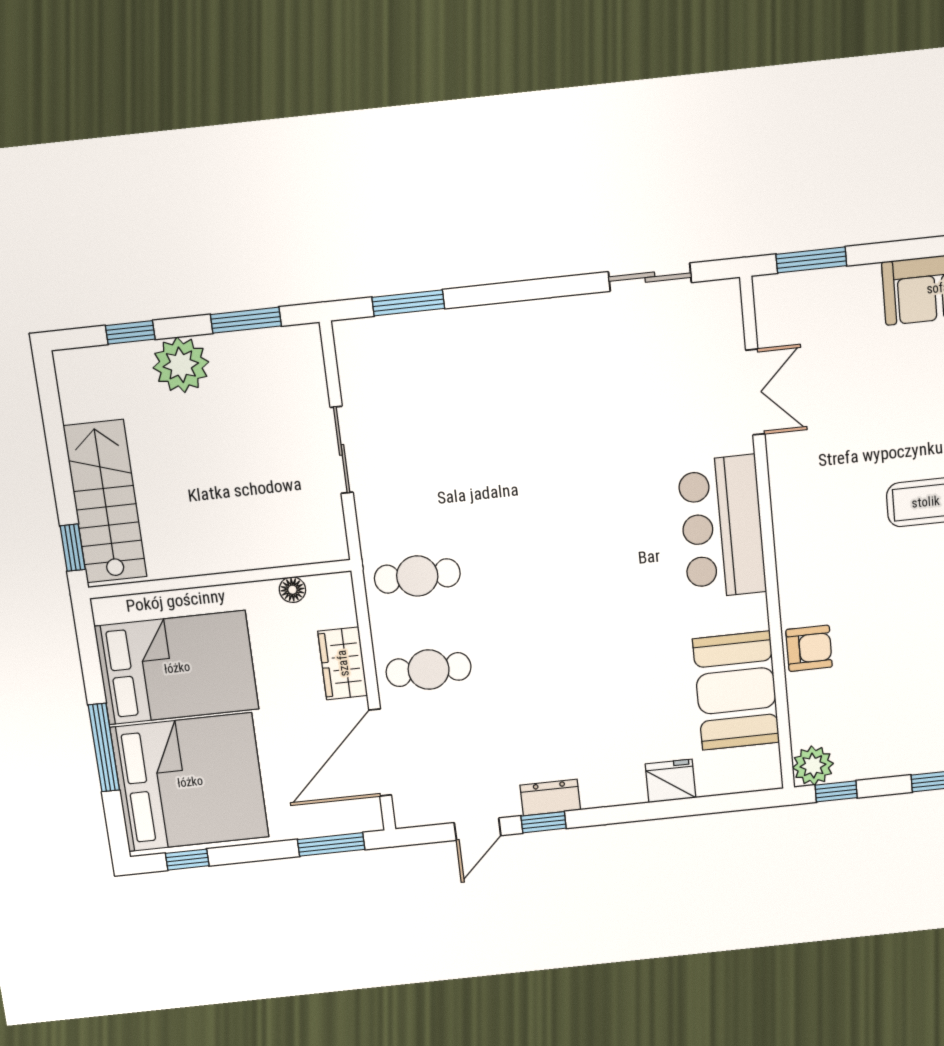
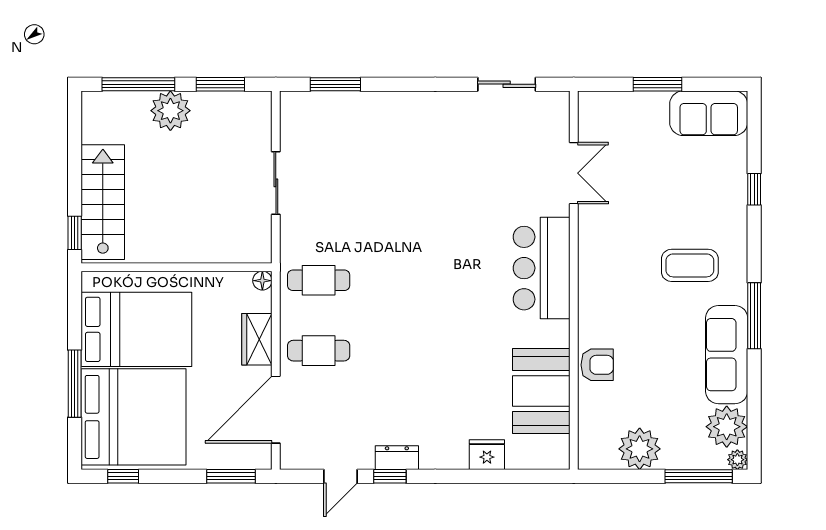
window: (811, 260) -> (657, 84), moved
window: (130, 332) -> (138, 84), width x2.17
floor lamp: (292, 590) -> (262, 281), moved
plant: (813, 766) -> (640, 449), moved, width x1.36, depth x1.36
window: (836, 791) -> (609, 476), removed

